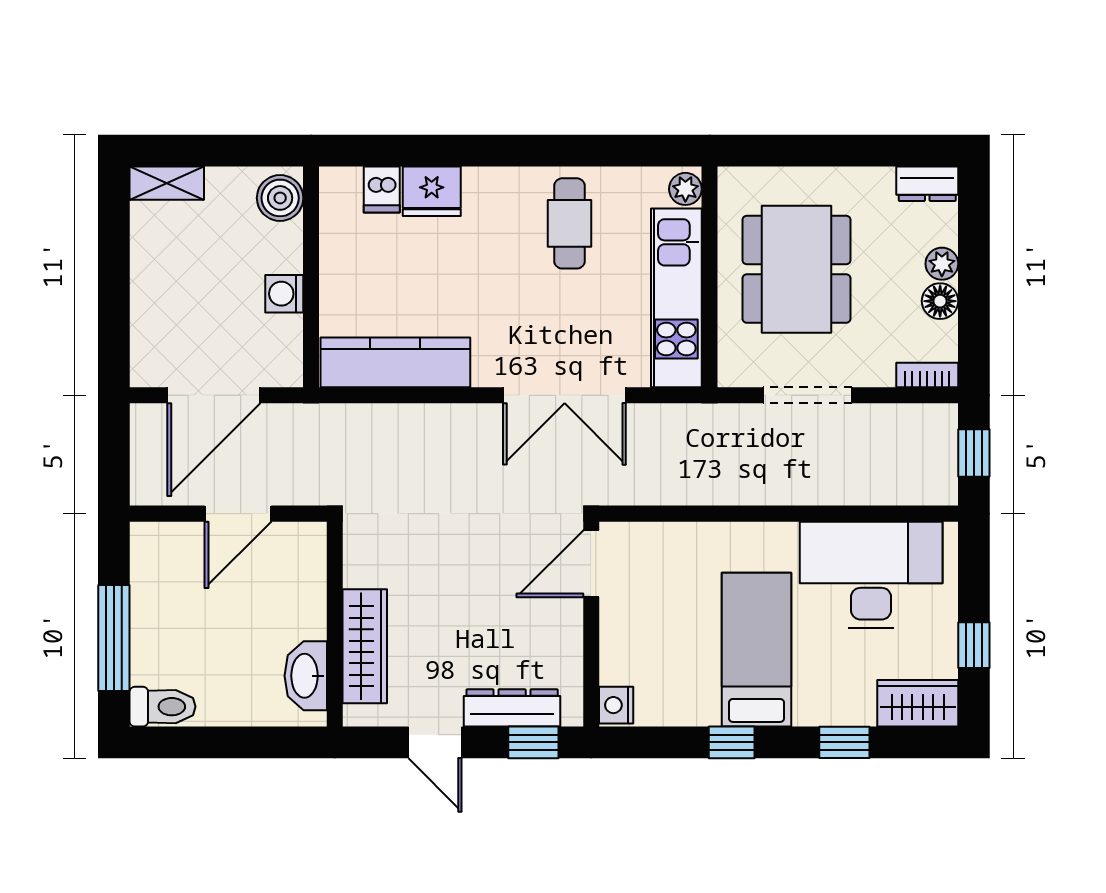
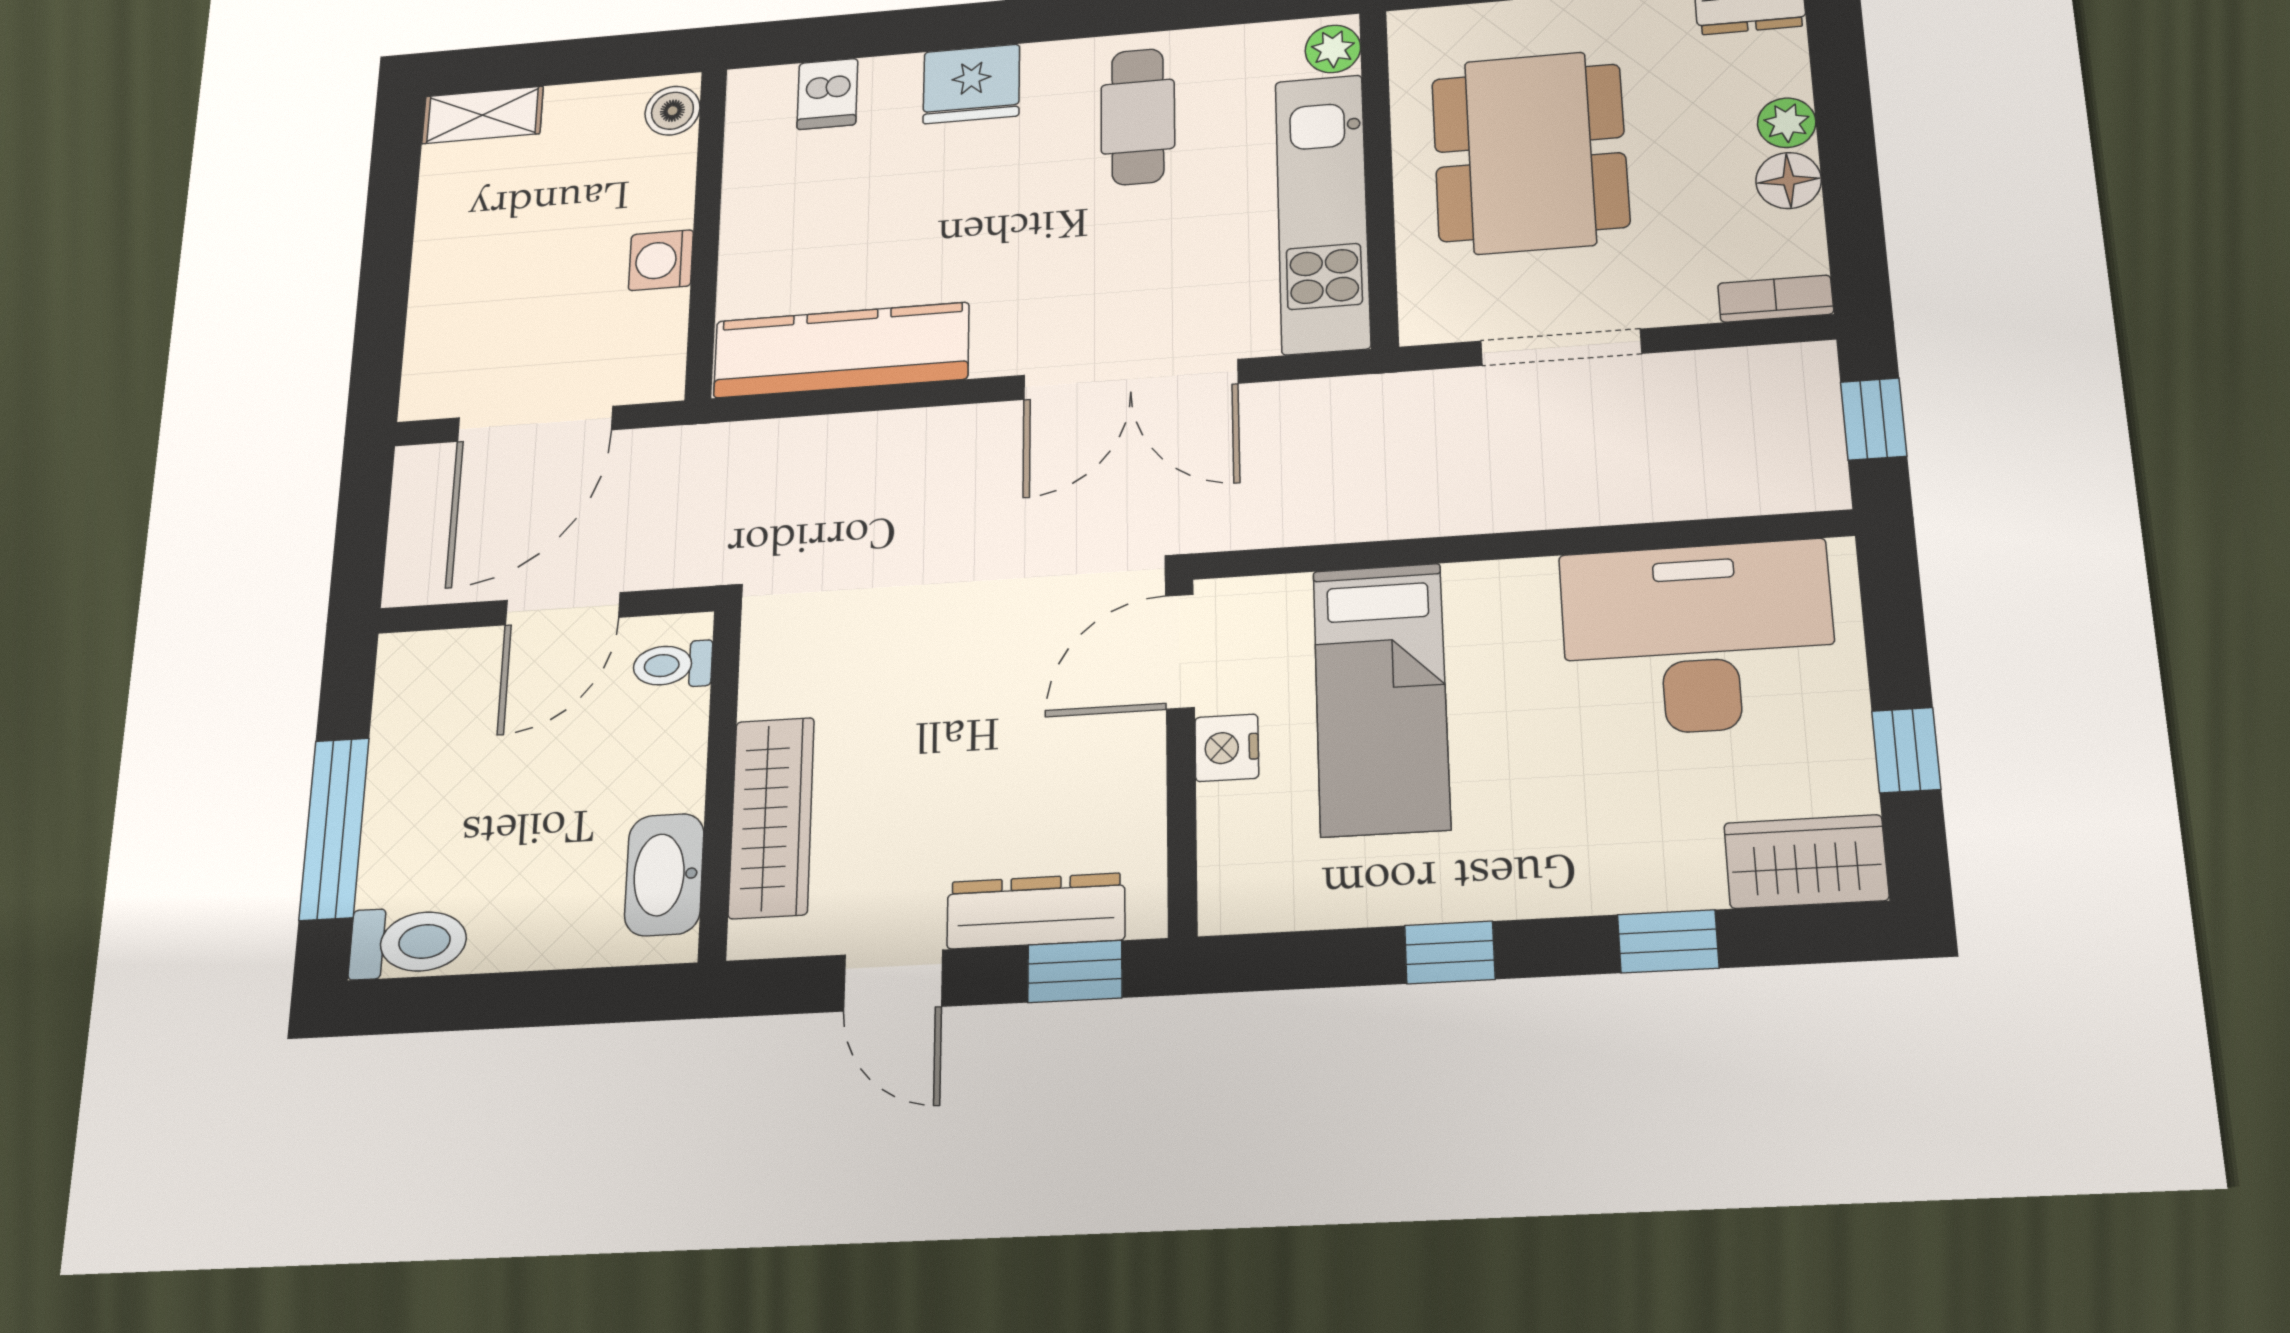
fridge: (432, 191) -> (971, 84), moved
boiler: (280, 198) -> (672, 111), width x0.73, depth x0.73
toilet: (304, 552) -> (673, 665), added
bed: (757, 650) -> (1381, 699), moved, turned 180
nightstand: (616, 705) -> (1227, 748), moved

